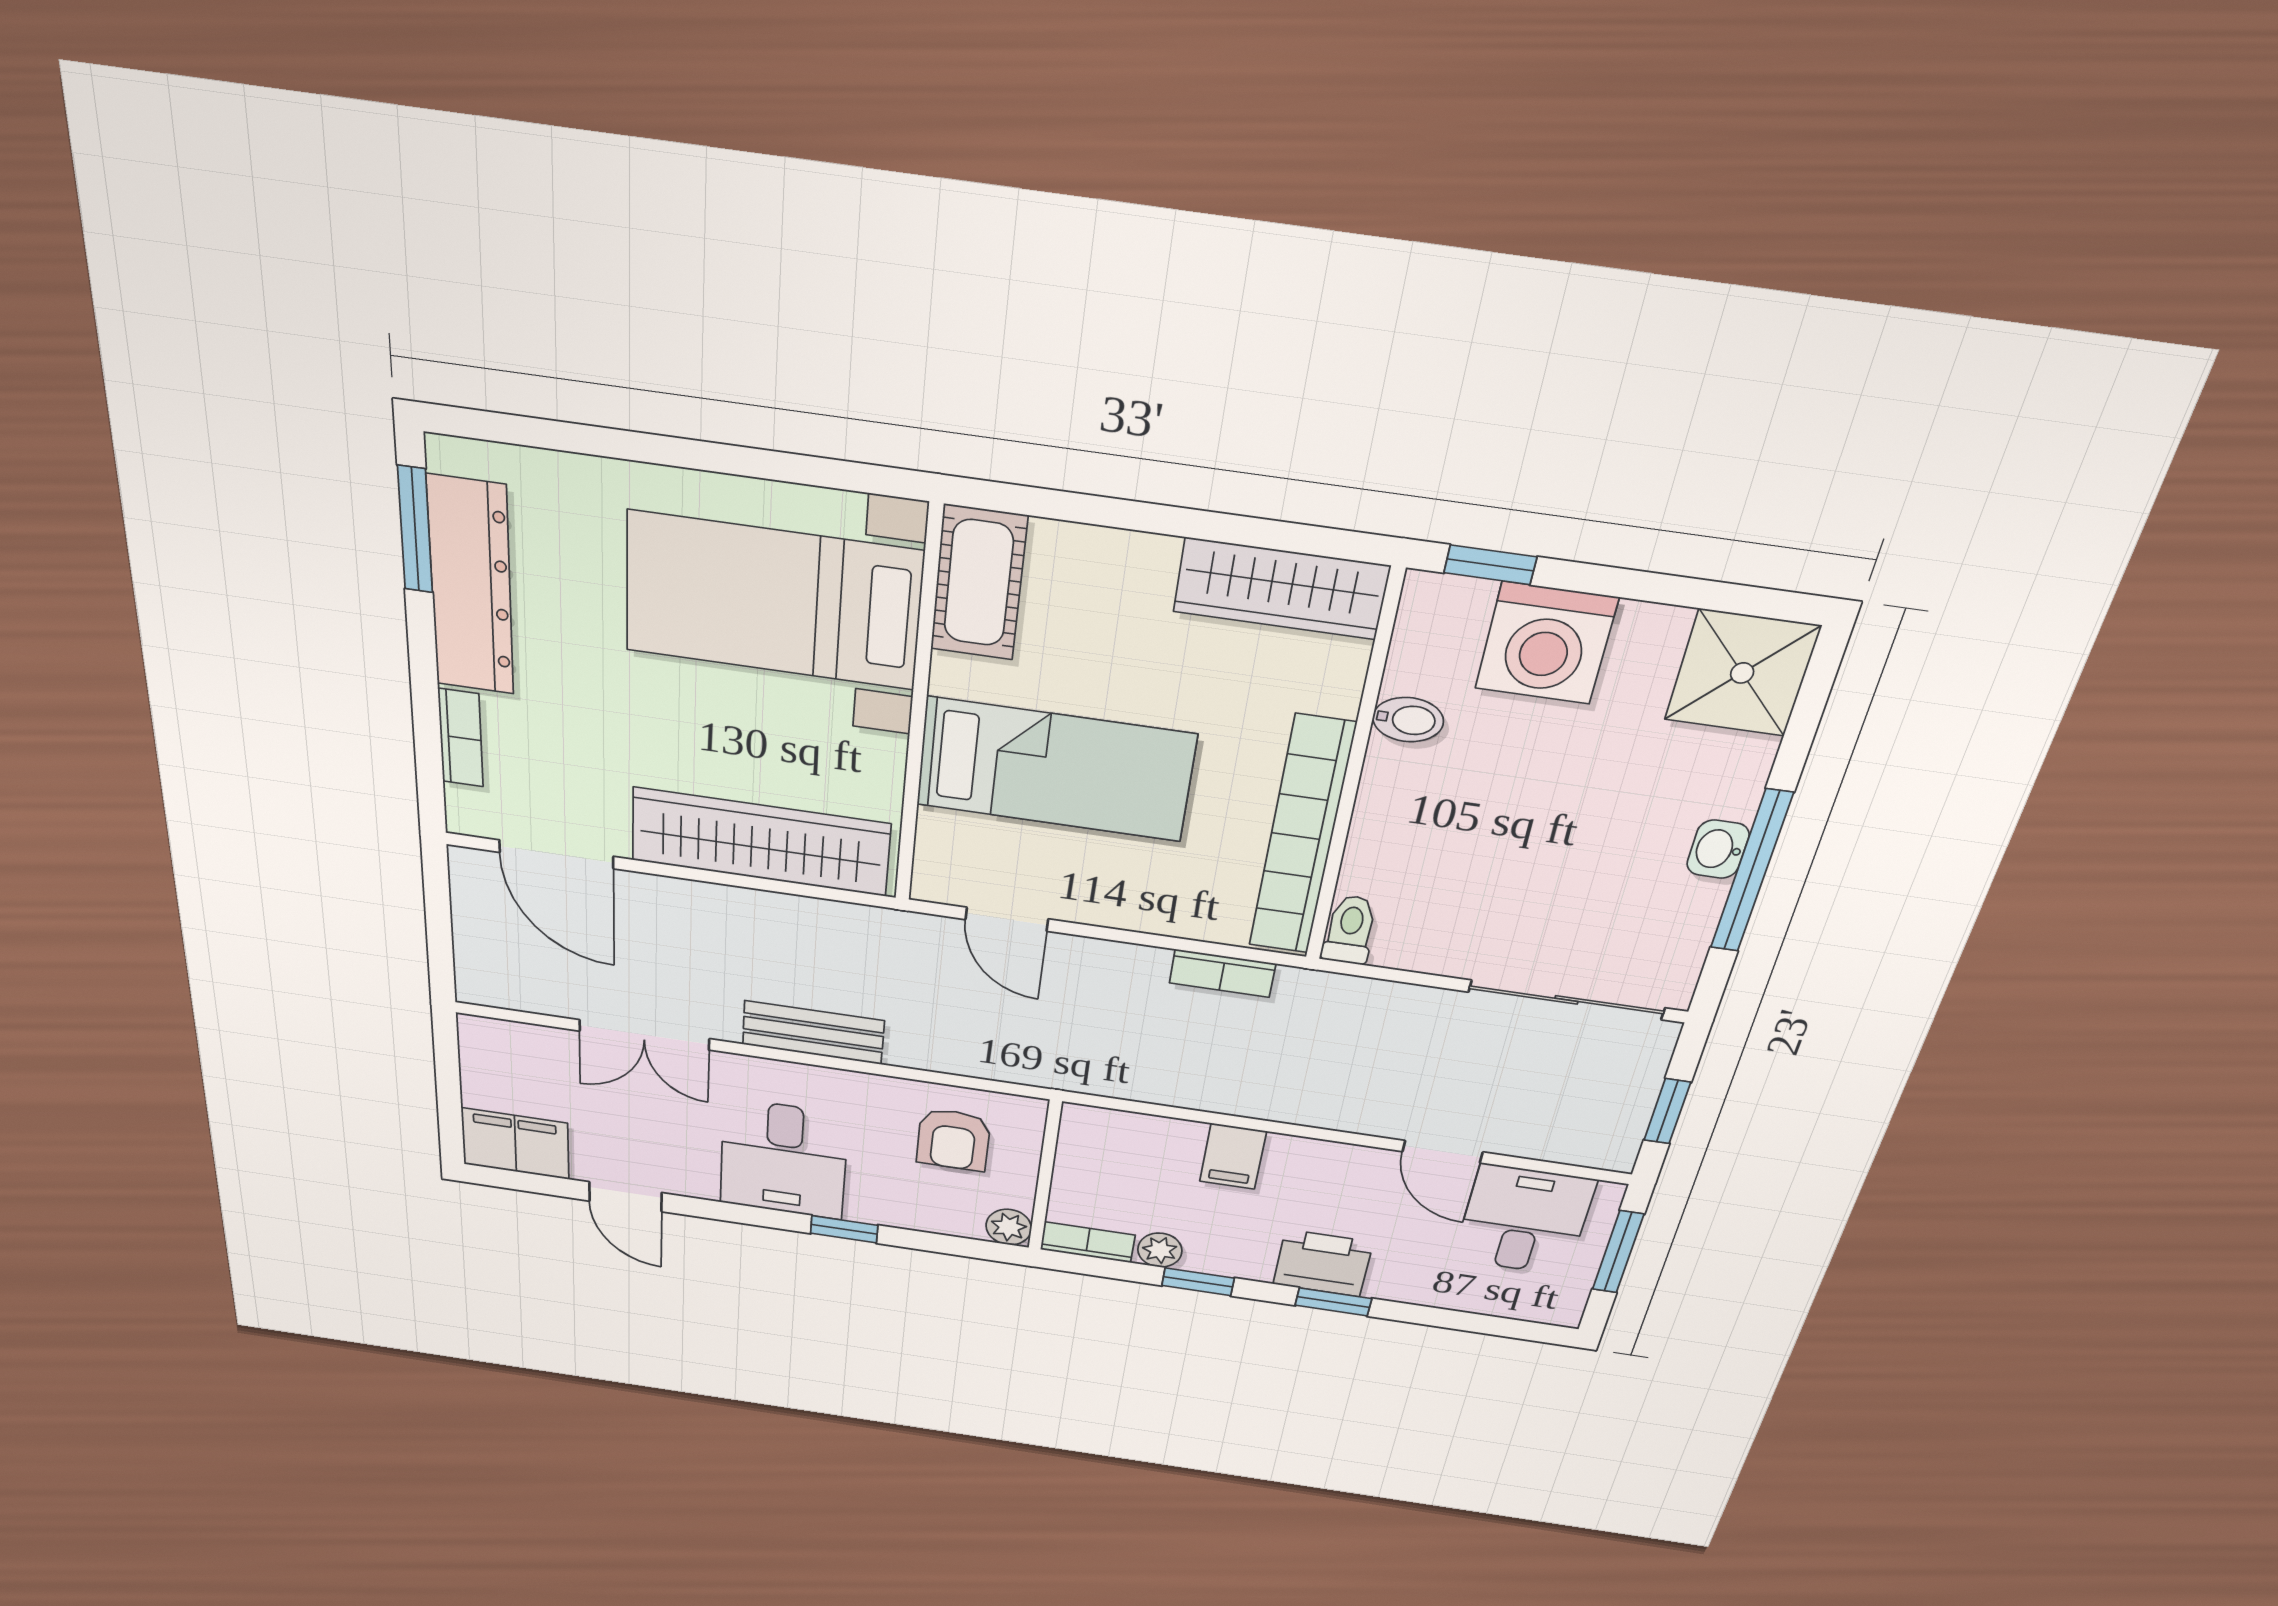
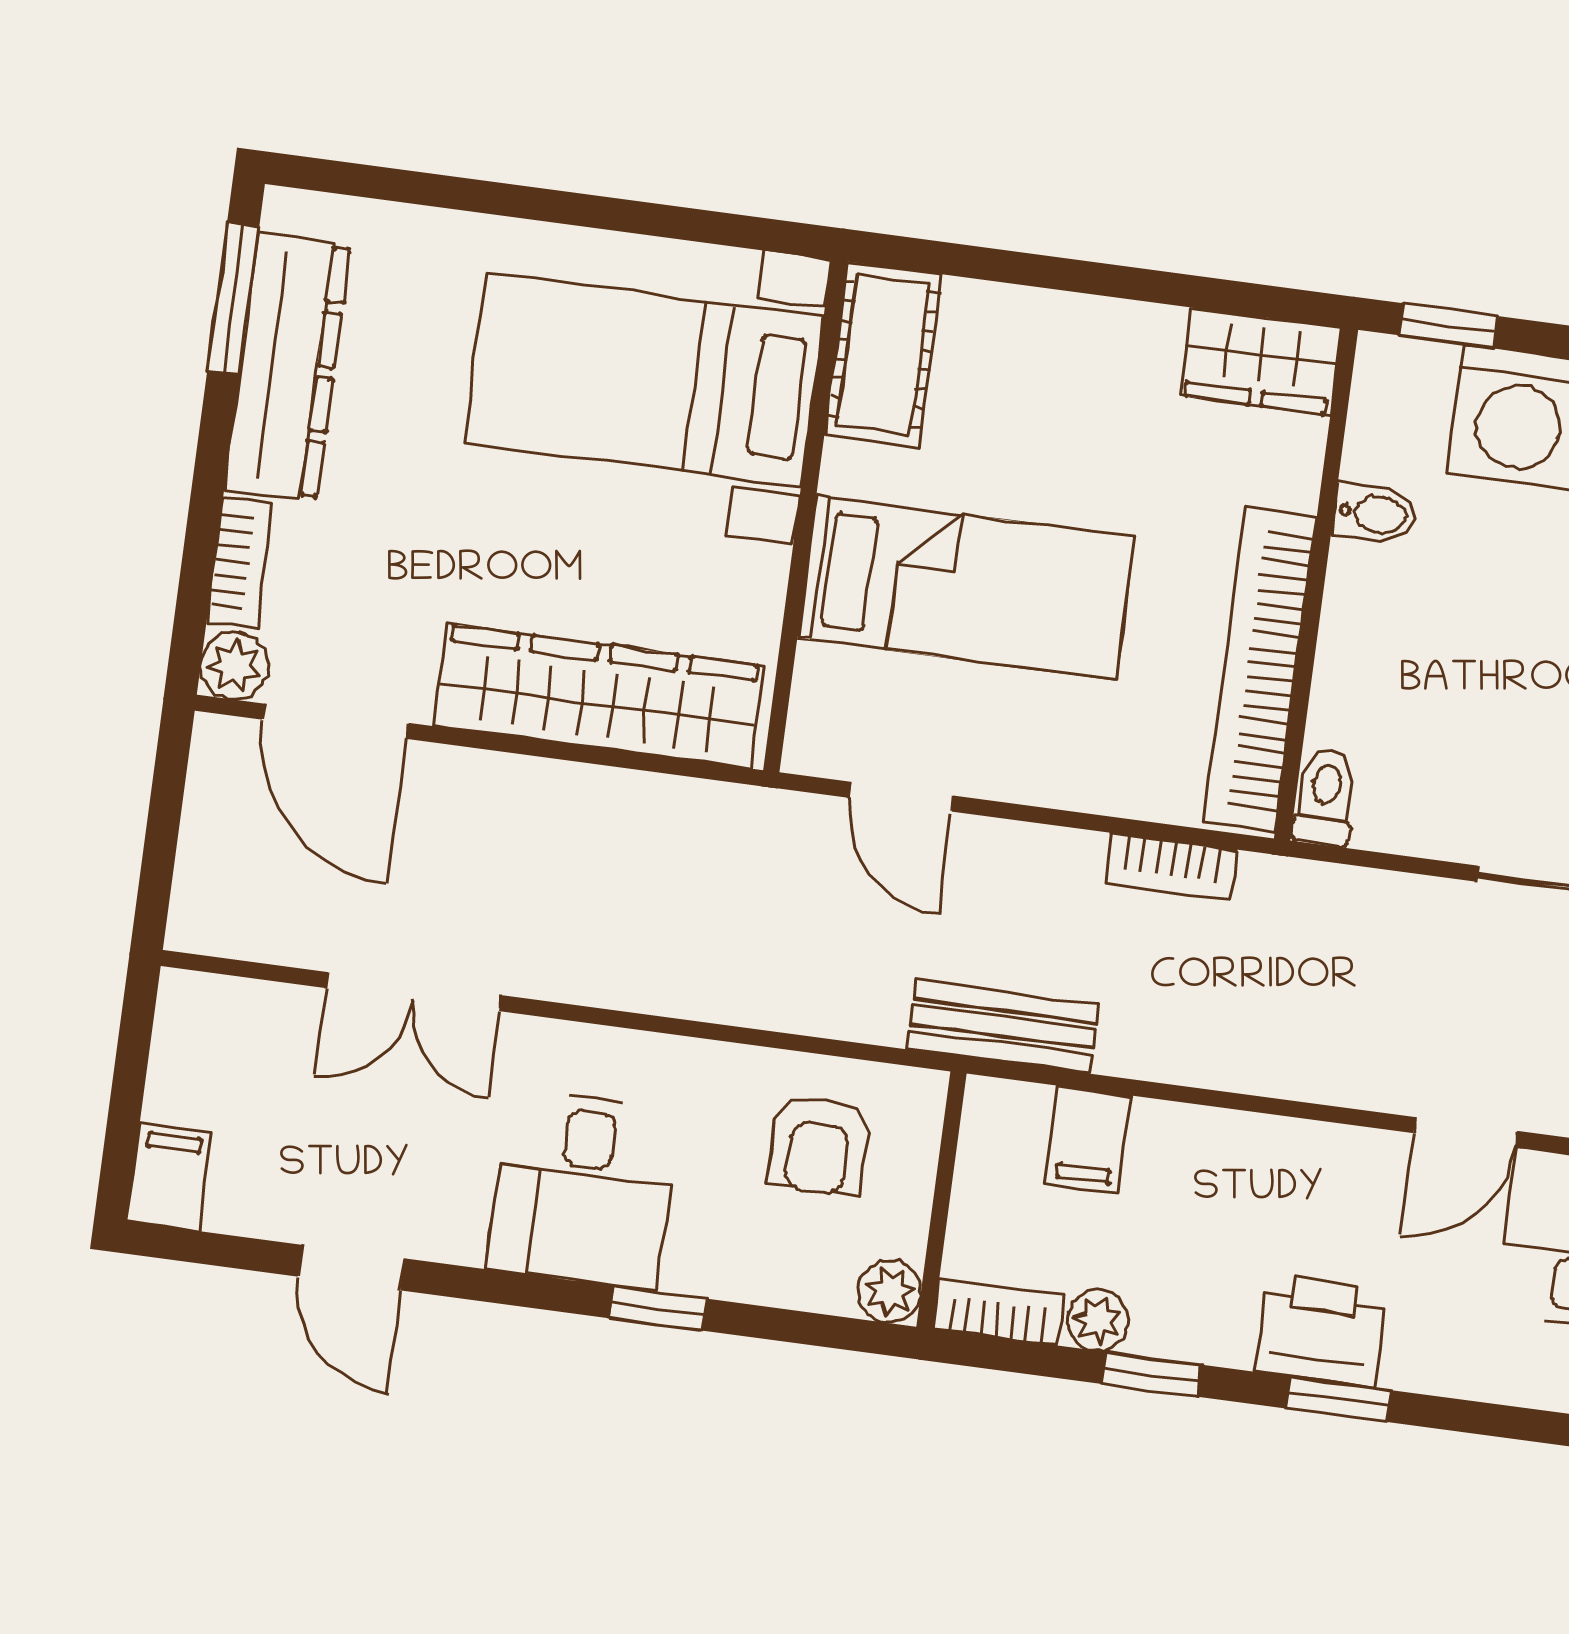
wardrobe: (1281, 589) -> (1261, 361), width x0.67
plant: (471, 813) -> (235, 666), added
bench: (813, 1033) -> (1003, 1027), moved
filing cabinet: (515, 1144) -> (170, 1177), width x0.50
door: (1443, 1152) -> (1465, 1132), hinge flipped
filing cabinet: (1233, 1156) -> (1088, 1139), moved

